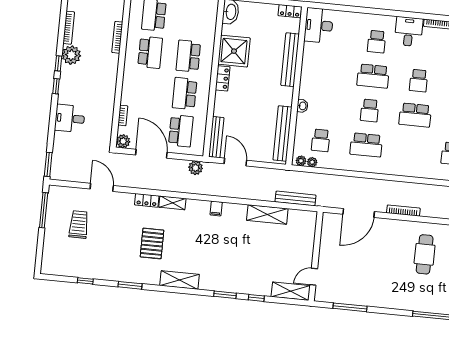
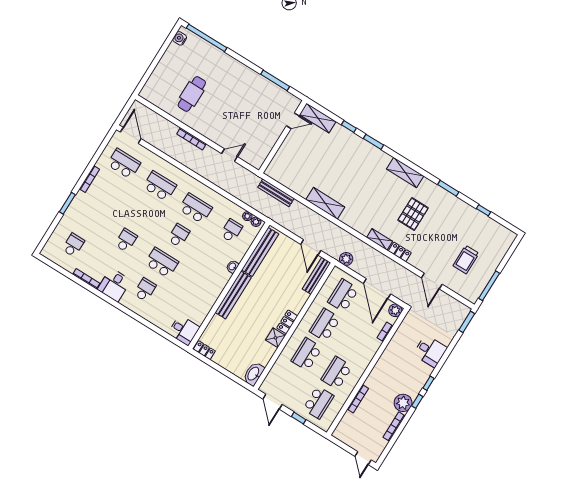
desk: (319, 25) -> (184, 330), width x0.73
shower: (234, 51) -> (276, 338), width x0.54, depth x0.54
school desk: (188, 56) -> (307, 354), turned 180
bench: (290, 60) -> (233, 295), moved
school desk: (185, 93) -> (325, 325), turned 180
school desk: (415, 115) -> (160, 186), moved
filing cabinet: (216, 208) -> (346, 217), removed
door: (359, 213) -> (230, 155), width x0.53
shelving: (267, 214) -> (325, 203), moved

